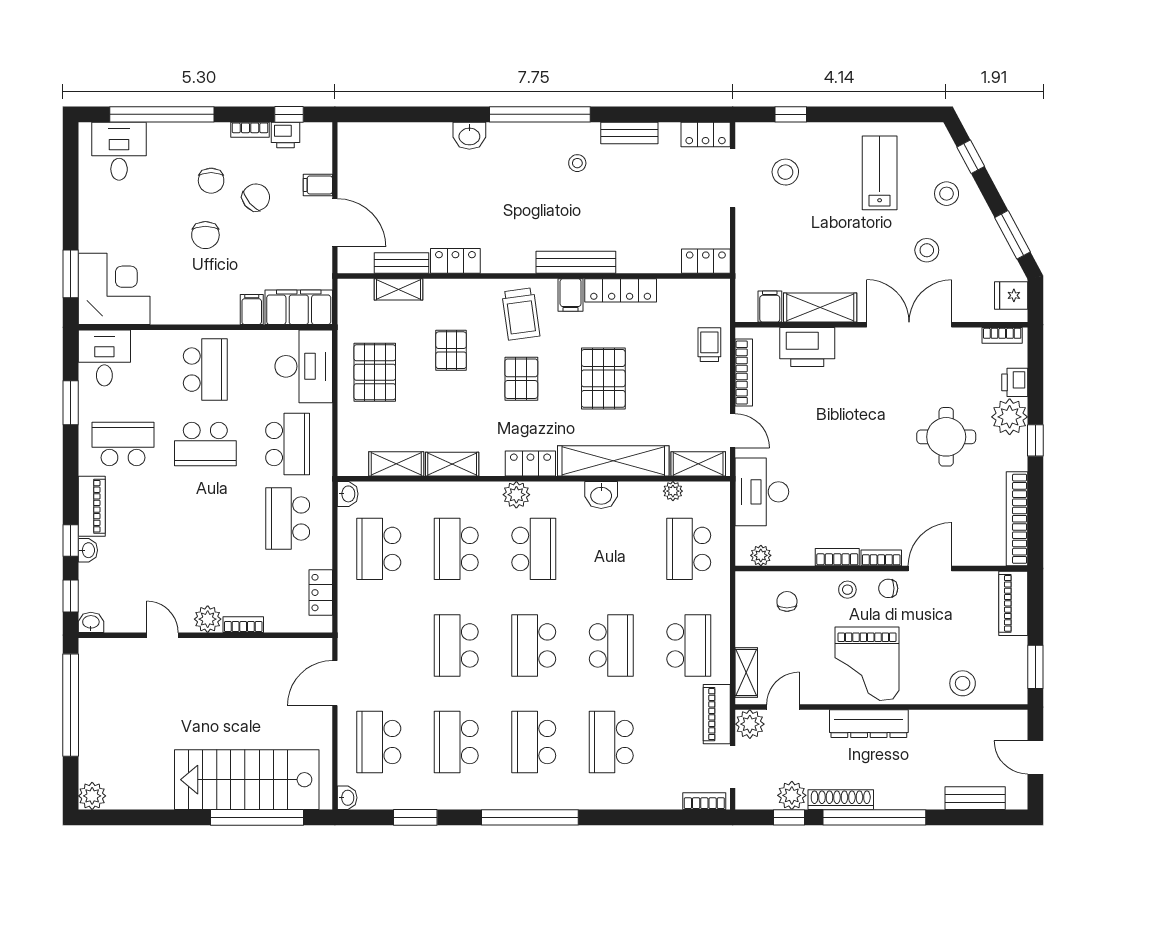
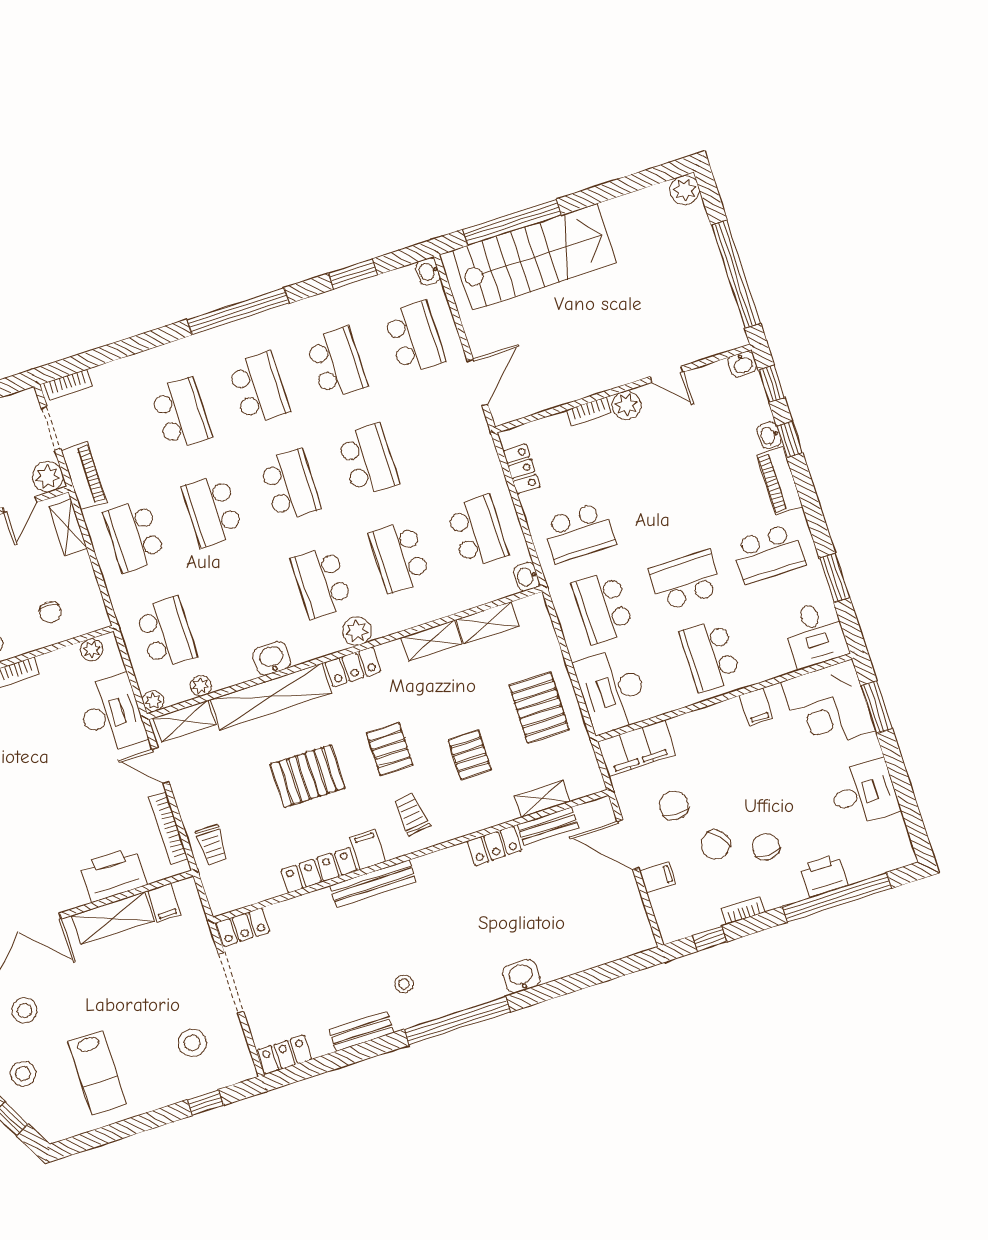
printer: (286, 135) -> (824, 875), moved, width x1.36, depth x1.24
desk: (119, 151) -> (864, 793), moved, turned -90
doorway: (733, 178) -> (231, 983), moved
chair: (205, 235) -> (674, 805), moved
filing cabinet: (252, 309) -> (756, 707), moved
trolley: (521, 314) -> (411, 814), width x0.73, depth x0.72
pallet: (603, 378) -> (308, 776), turned 90
plant: (720, 491) -> (153, 701), added
school desk: (288, 518) -> (579, 532), turned 90
school desk: (456, 549) -> (400, 557), turned 180

